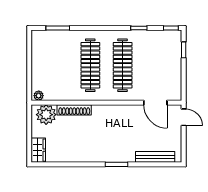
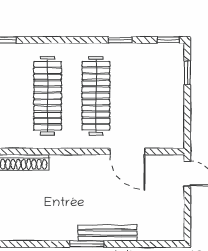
door: (155, 103) -> (128, 152), moved
bench: (155, 157) -> (107, 233), moved

